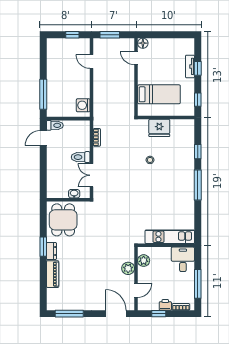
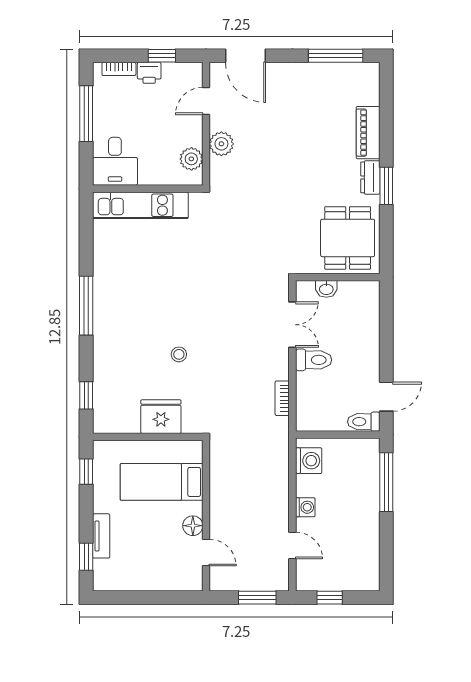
floor lamp: (143, 43) -> (193, 526), moved
window: (198, 68) -> (86, 557), moved
washing machine: (85, 81) -> (305, 507), added
window: (198, 152) -> (86, 395), moved

